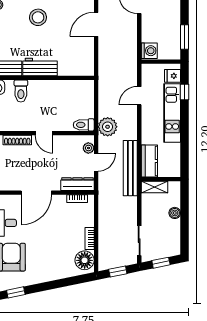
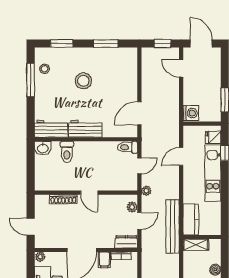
door: (96, 24) -> (139, 113), moved
door: (96, 105) -> (139, 166), added
toilet: (84, 125) -> (127, 147), moved
plant: (108, 127) -> (146, 191), width x0.53, depth x0.53
dresser: (77, 184) -> (126, 242), width x0.70
filing cabinet: (60, 203) -> (104, 260), added

